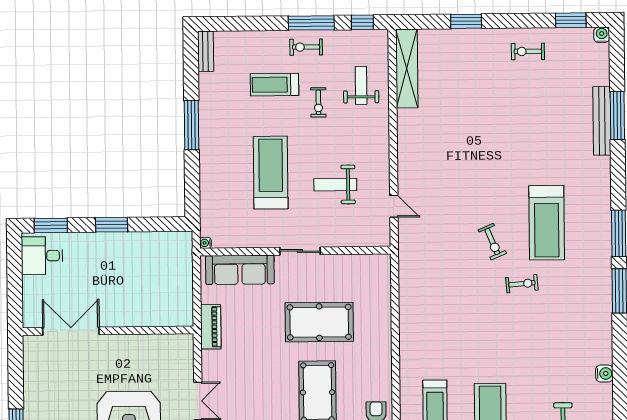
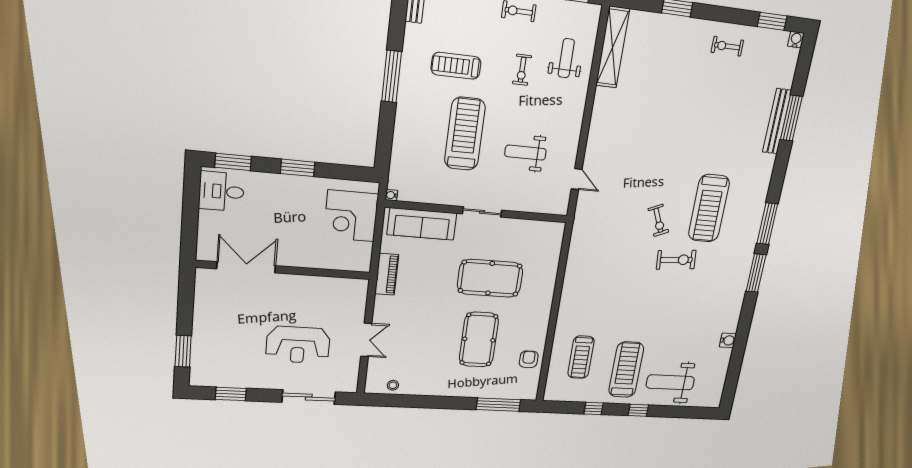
treadmill: (274, 85) -> (456, 66), moved
corner desk: (168, 268) -> (351, 216), added
exercise bike: (522, 284) -> (676, 260), width x1.38, depth x1.39

